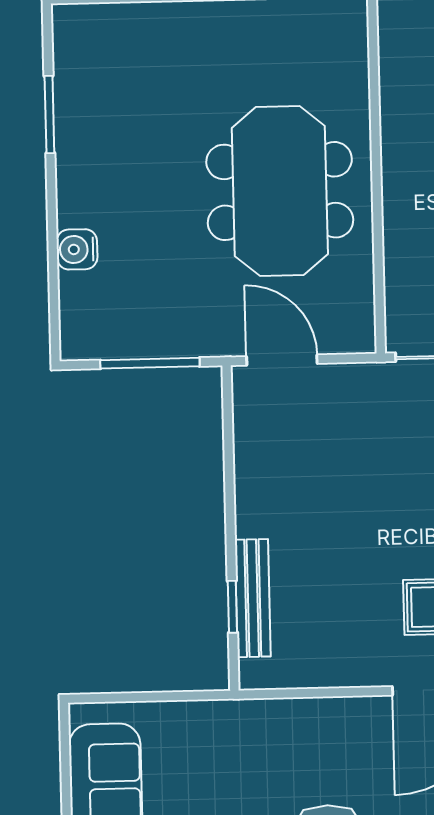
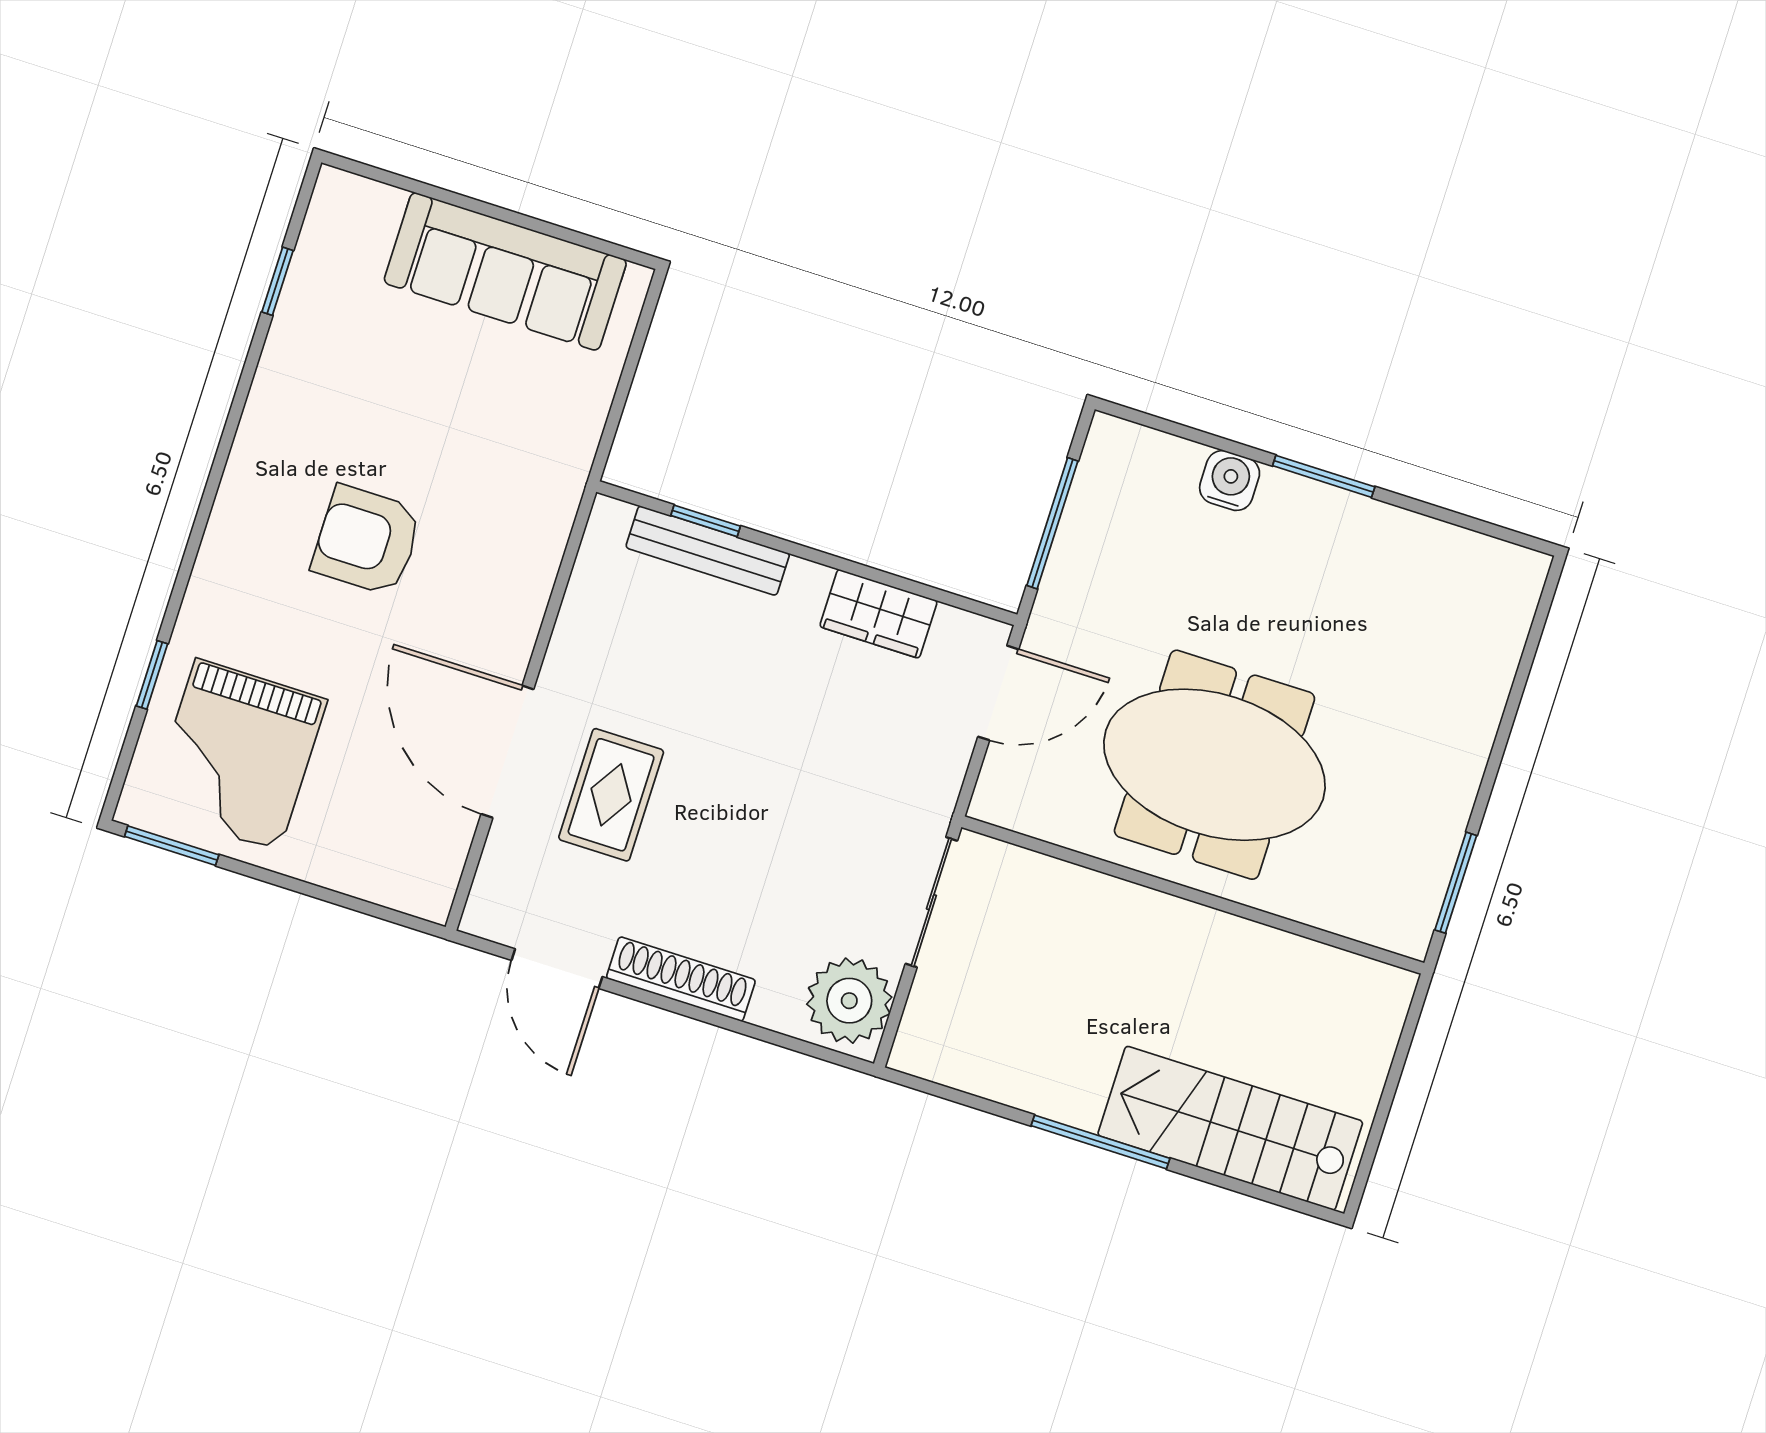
window: (49, 115) -> (1324, 476), moved
wardrobe: (256, 463) -> (878, 614), added

